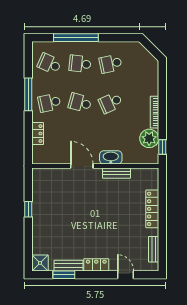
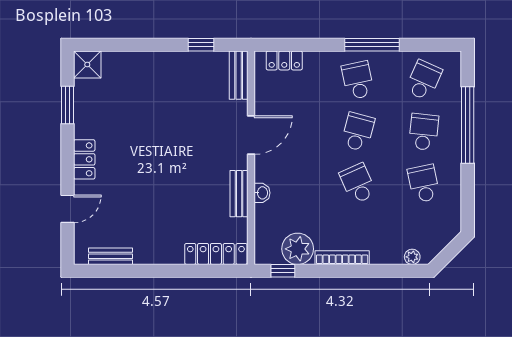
plant: (154, 71) -> (412, 257), added
locker: (38, 134) -> (284, 60), moved
washbasin: (111, 157) -> (262, 193), width x0.52, depth x0.69
window: (28, 209) -> (201, 45), moved
locker: (152, 209) -> (216, 254), moved
bench: (69, 266) -> (239, 75), moved

